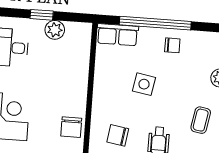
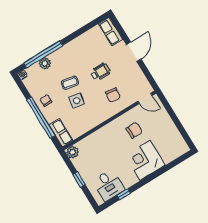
plant: (55, 30) -> (73, 152), moved
coffee table: (201, 120) -> (70, 83), moved
chair: (71, 127) -> (134, 130), moved

